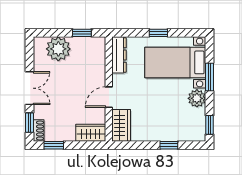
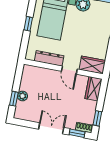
window: (82, 33) -> (14, 99), moved
plant: (58, 49) -> (22, 96), width x0.53, depth x0.53
dresser: (119, 55) -> (49, 58), moved

